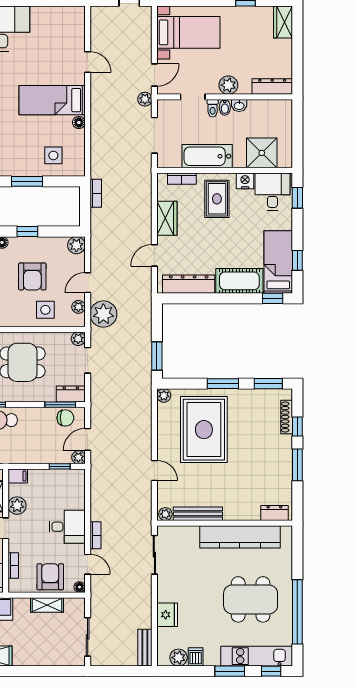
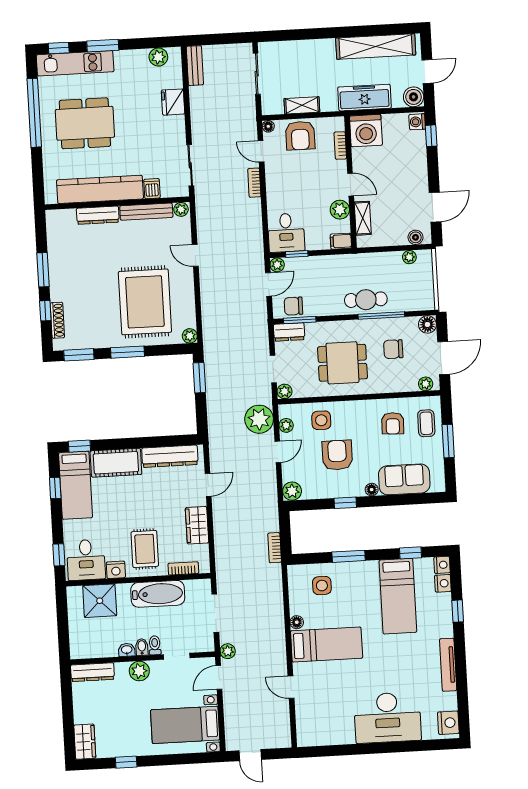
dresser: (274, 513) -> (98, 215), moved, width x1.44
desk: (67, 527) -> (286, 233), moved, turned -90
dishwasher: (196, 657) -> (152, 189), moved, turned 180

